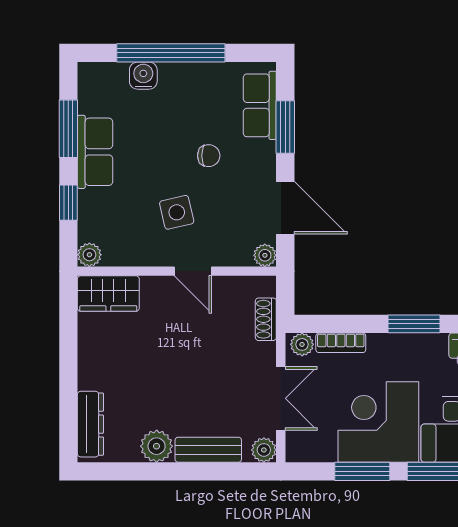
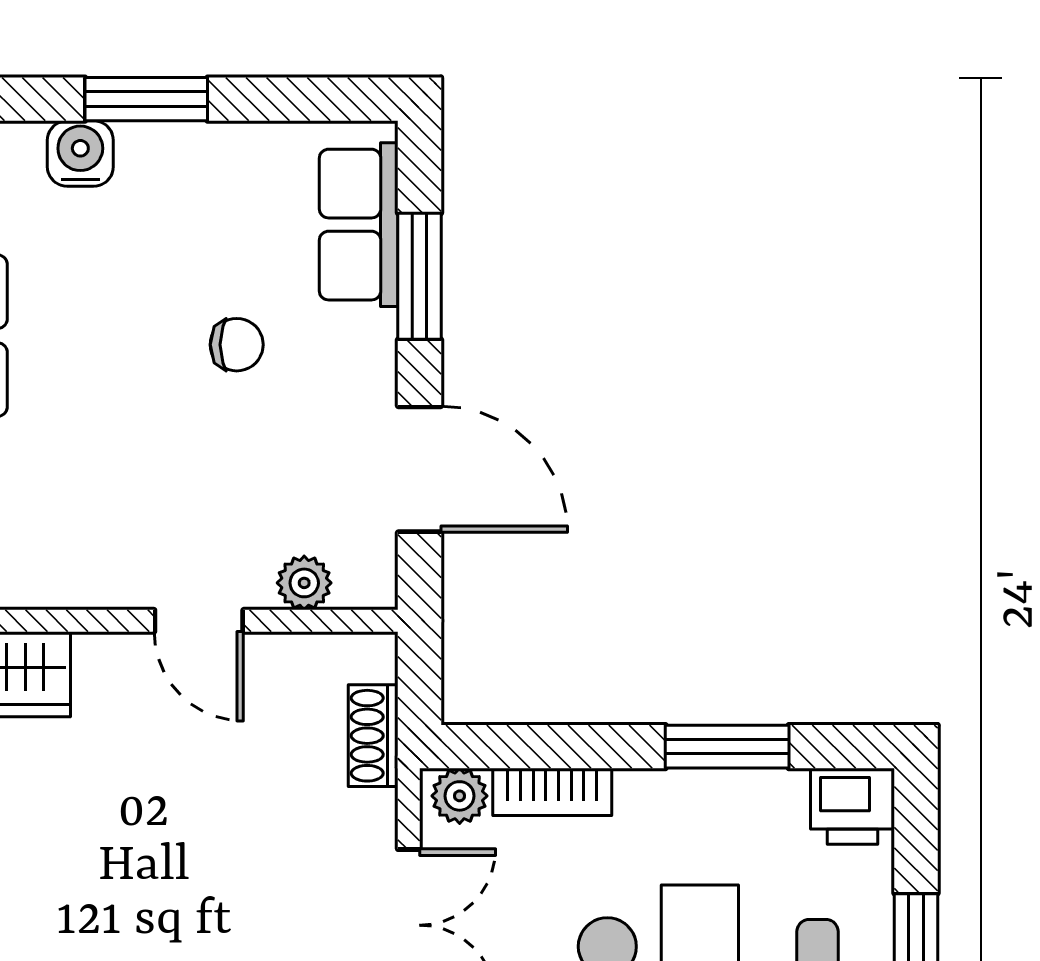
window: (171, 53) -> (146, 99), width x0.47
side table: (177, 212) -> (160, 480), removed
plant: (265, 255) -> (304, 583), moved

